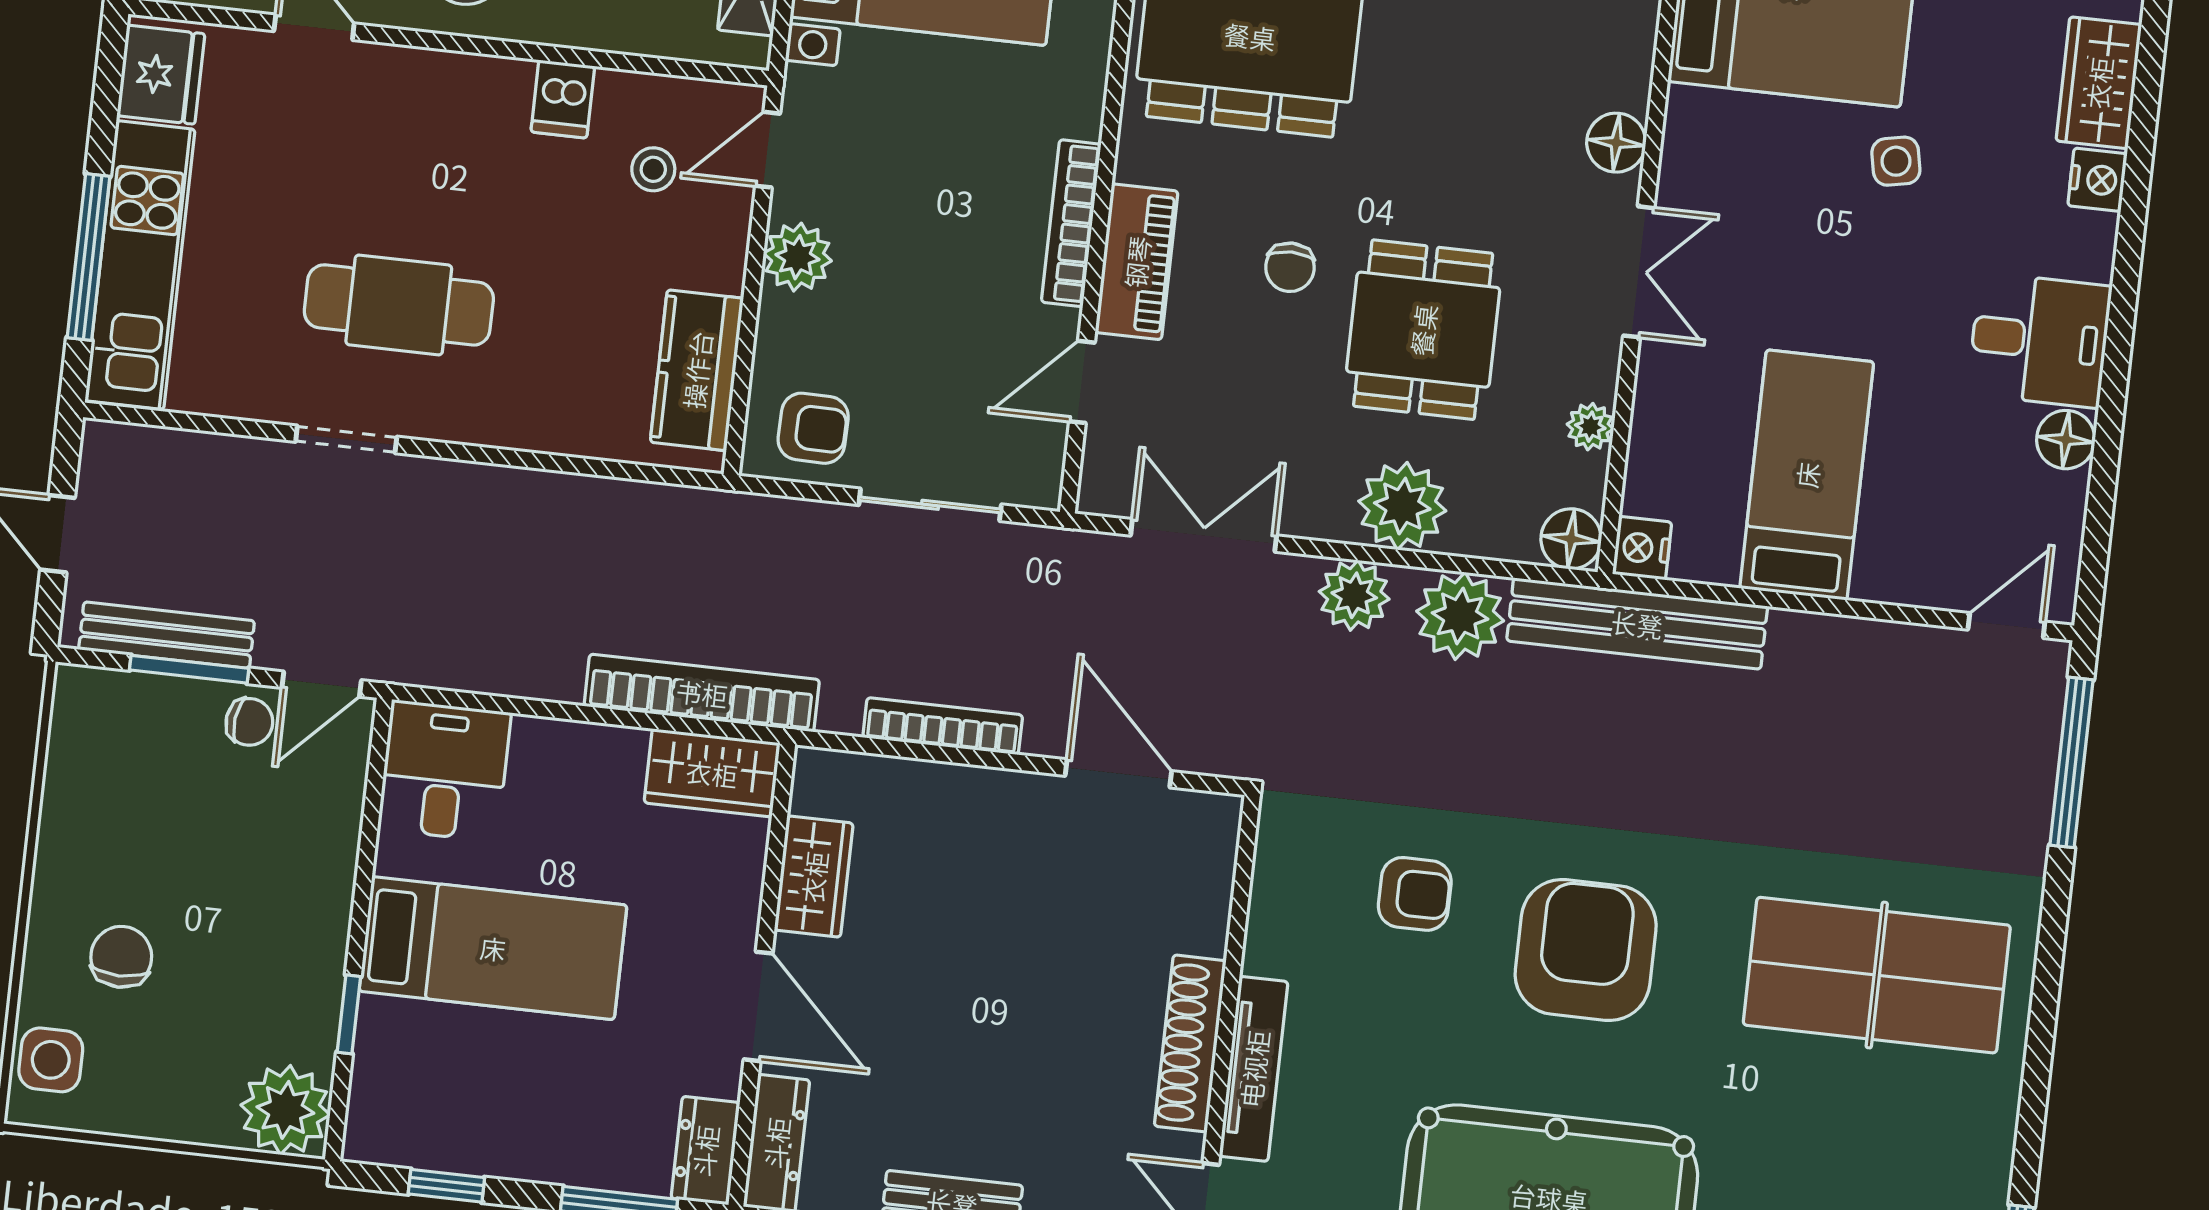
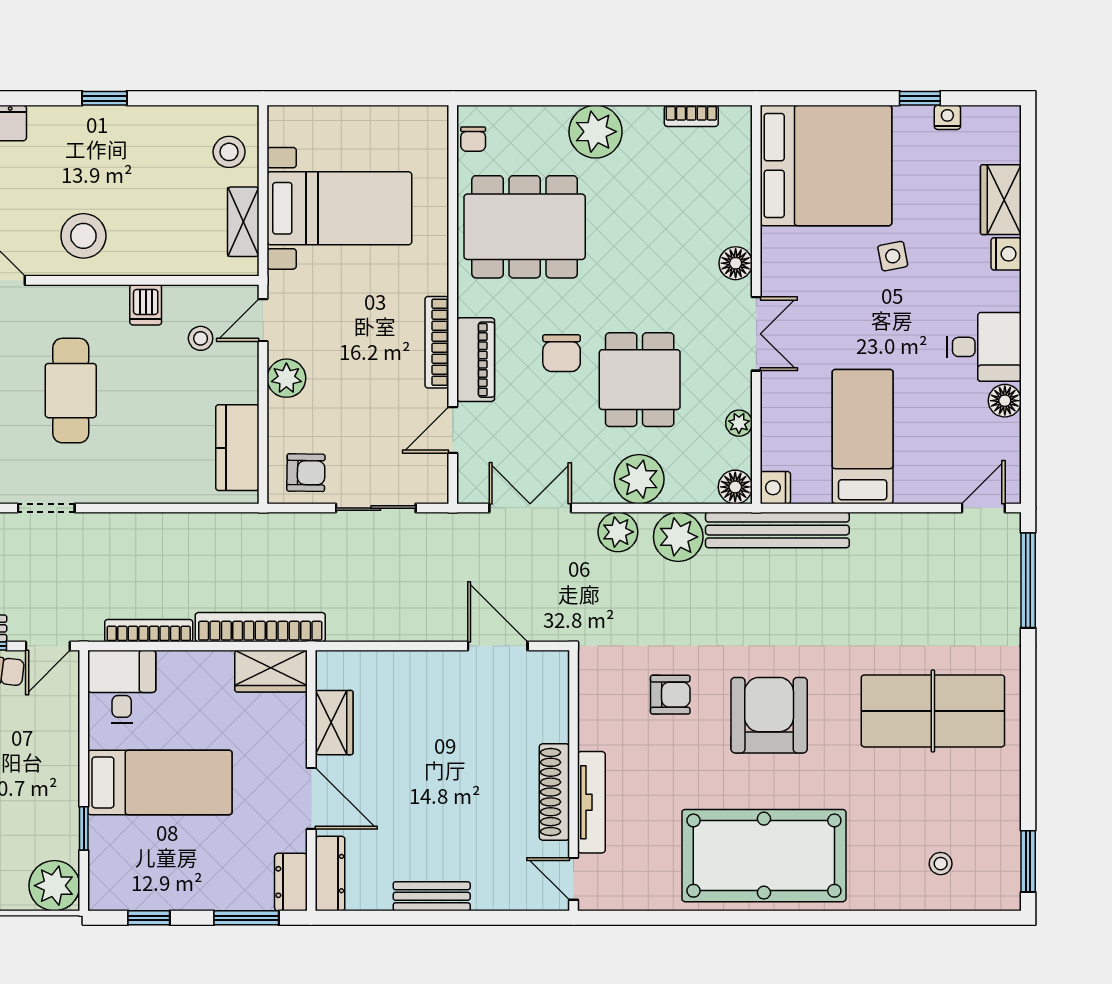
chair: (1290, 267) -> (562, 353), width x1.37, depth x1.37
cafe table: (399, 305) -> (71, 391), moved, turned 90
bookcase: (943, 726) -> (149, 631), moved

